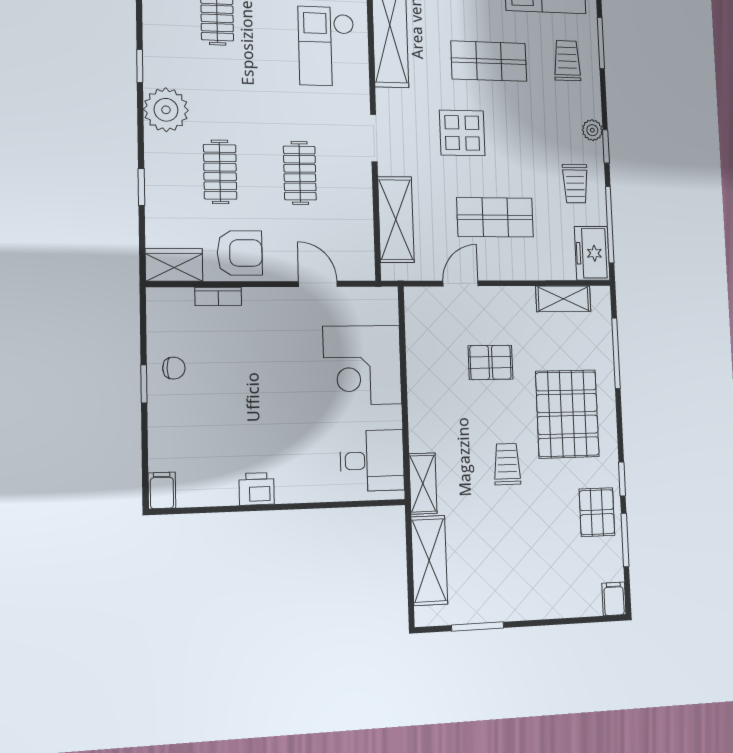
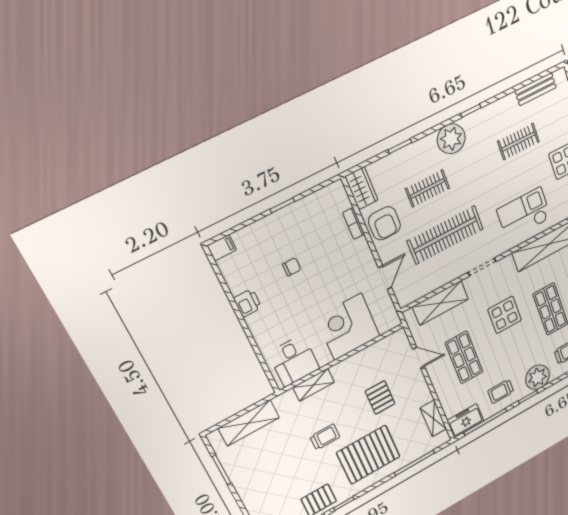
plant: (592, 130) -> (538, 377), width x1.88, depth x1.88
clothes rail: (300, 173) -> (445, 235), width x1.86, depth x1.31
chair: (174, 368) -> (292, 267), moved, turned -90
shelving: (423, 484) -> (314, 385), moved

